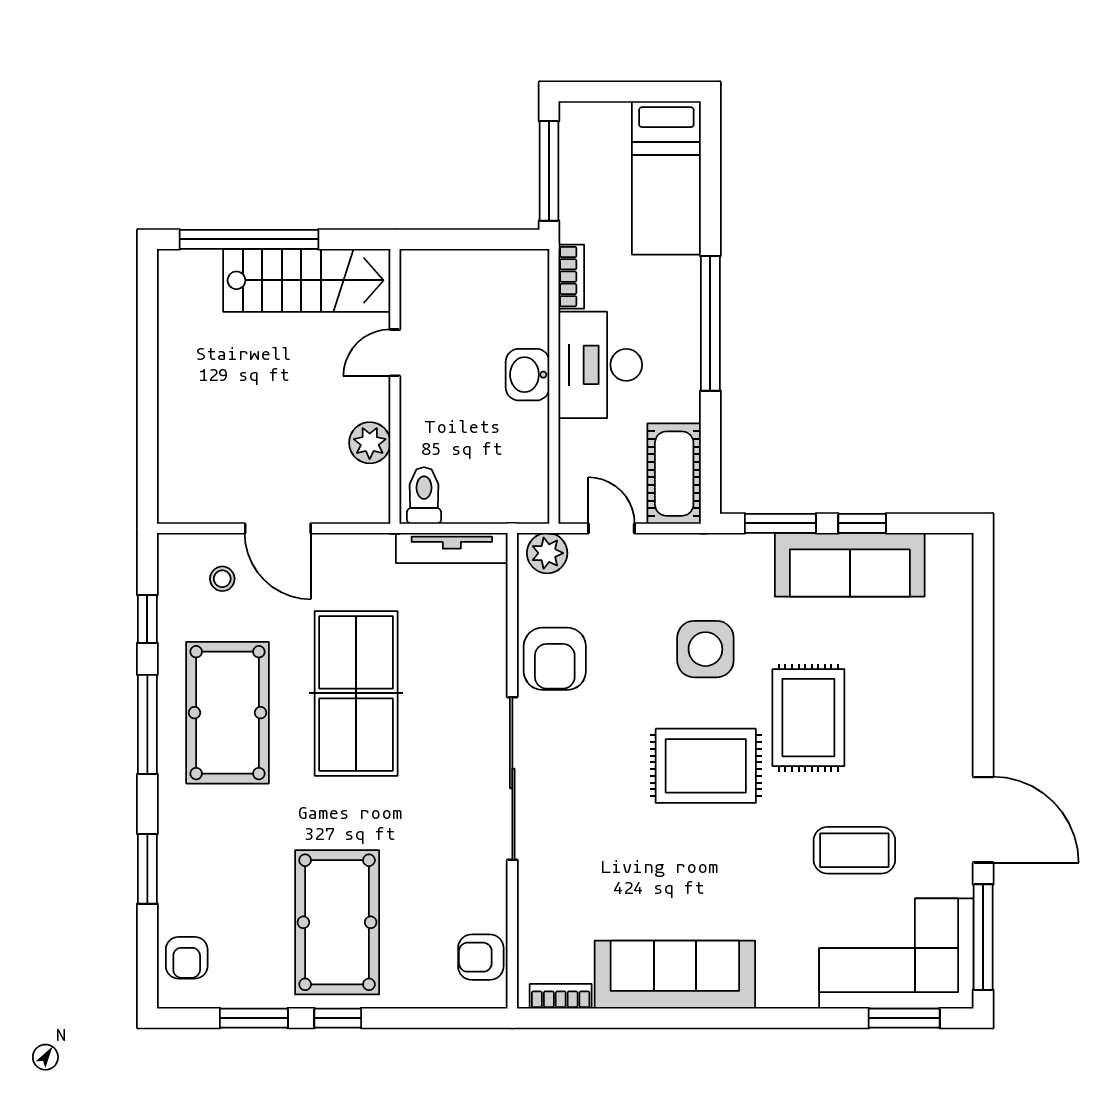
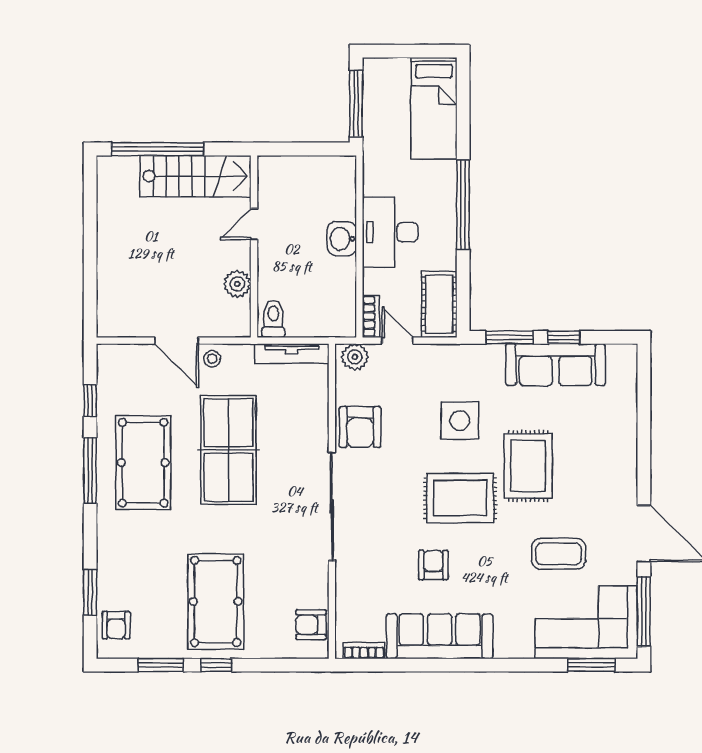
bookcase: (571, 277) -> (371, 316), moved
stool: (222, 579) -> (212, 359), moved
armchair: (665, 867) -> (433, 565), added
window: (147, 869) -> (90, 592), moved

